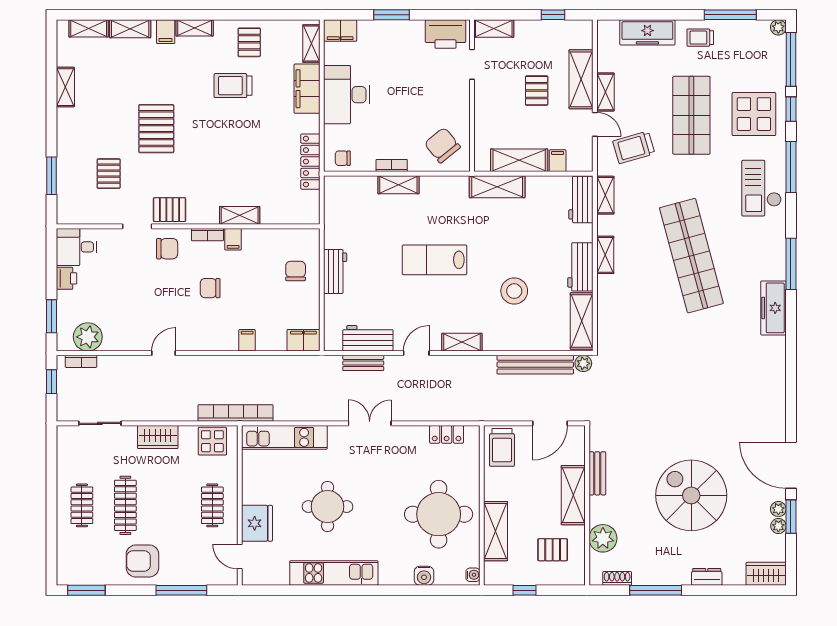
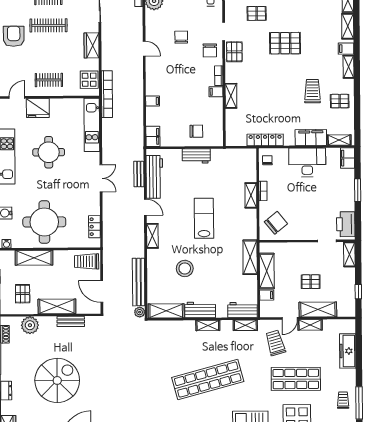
trolley: (700, 38) -> (343, 400), moved
chair: (210, 288) -> (181, 37), moved
workbench: (368, 338) -> (154, 177), width x1.37

